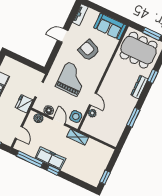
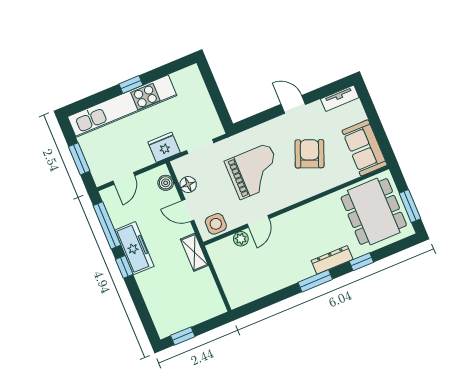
window: (133, 117) -> (315, 281), moved
door: (59, 122) -> (188, 210), swing flipped

